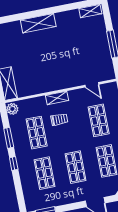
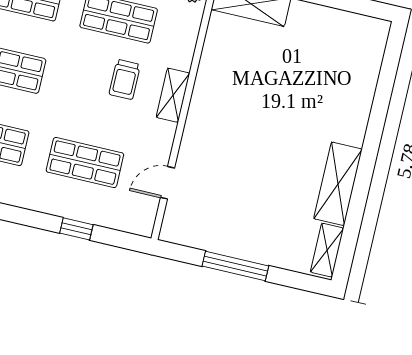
shelving: (38, 23) -> (338, 184), moved

